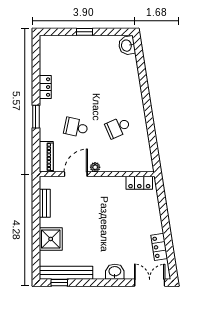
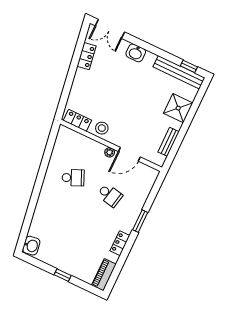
piano: (46, 157) -> (104, 275), moved
stool: (113, 186) -> (102, 128), added

